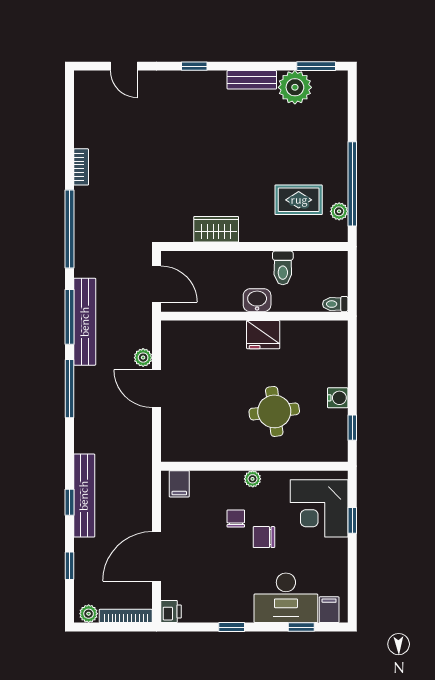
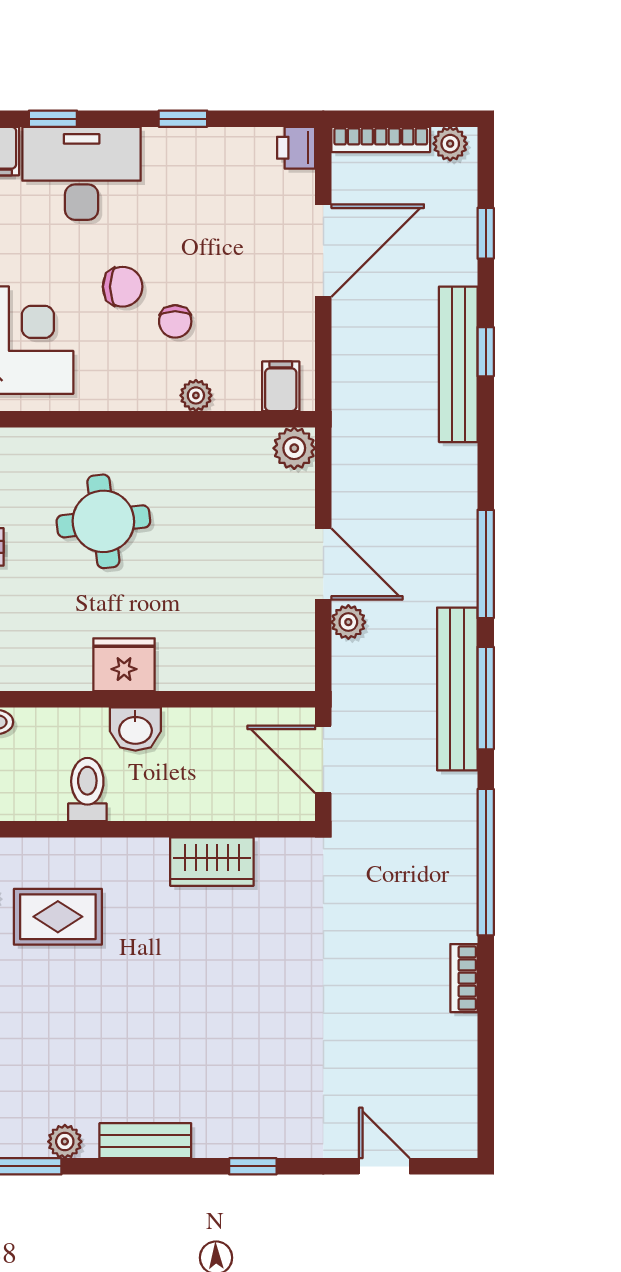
plant: (295, 87) -> (65, 1142), width x0.53, depth x0.53
plant: (172, 451) -> (294, 448), added
plant: (253, 479) -> (196, 395), moved

